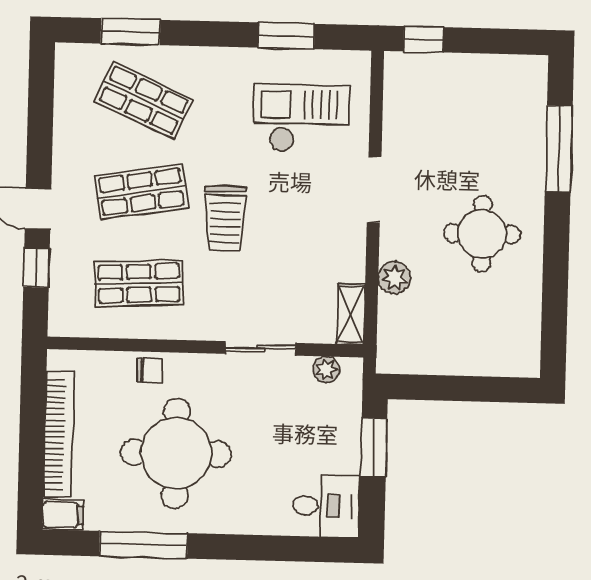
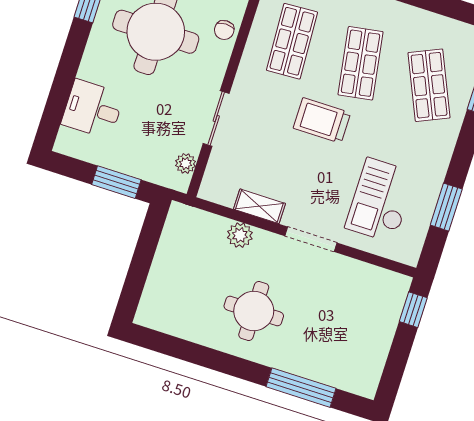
shop shelf: (144, 100) -> (429, 85), turned -48
checkout: (302, 118) -> (381, 200), turned 180
shelving: (351, 314) -> (259, 206), moved
desk: (326, 506) -> (93, 109), moved, turned 90

